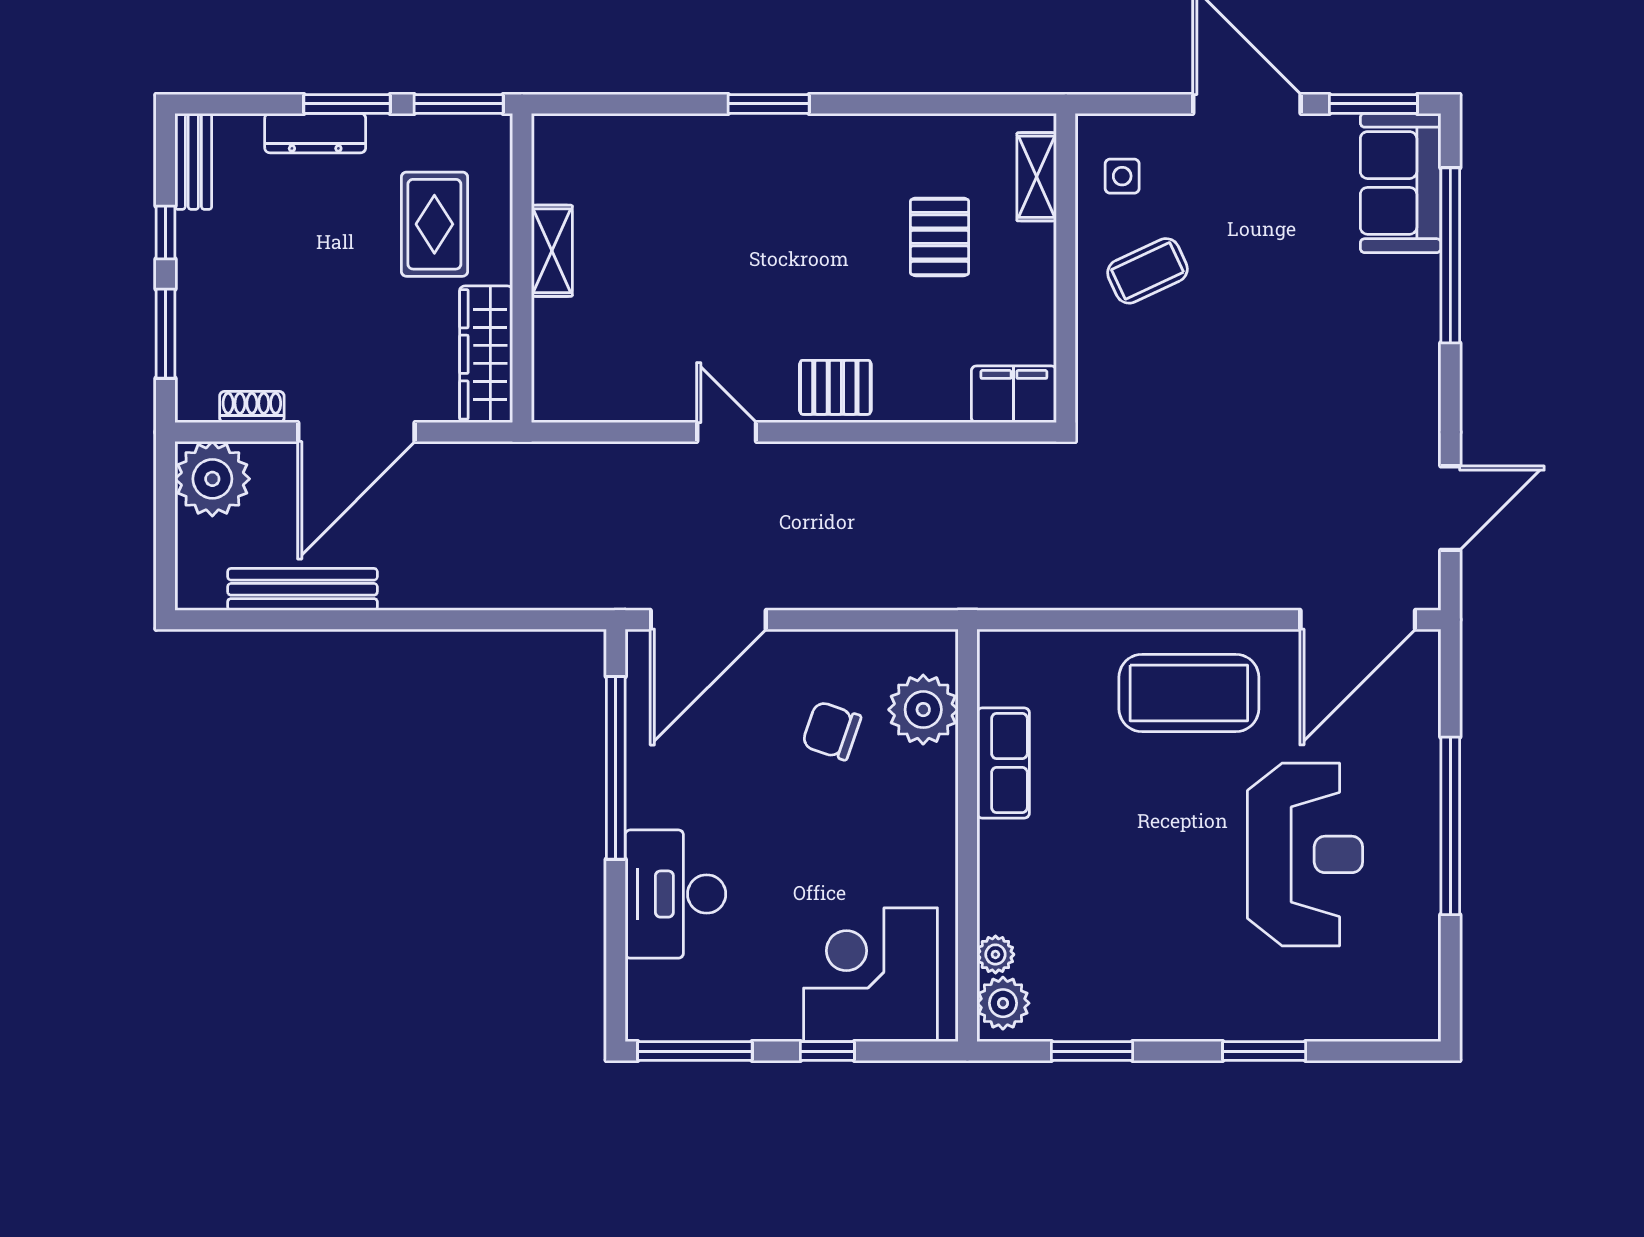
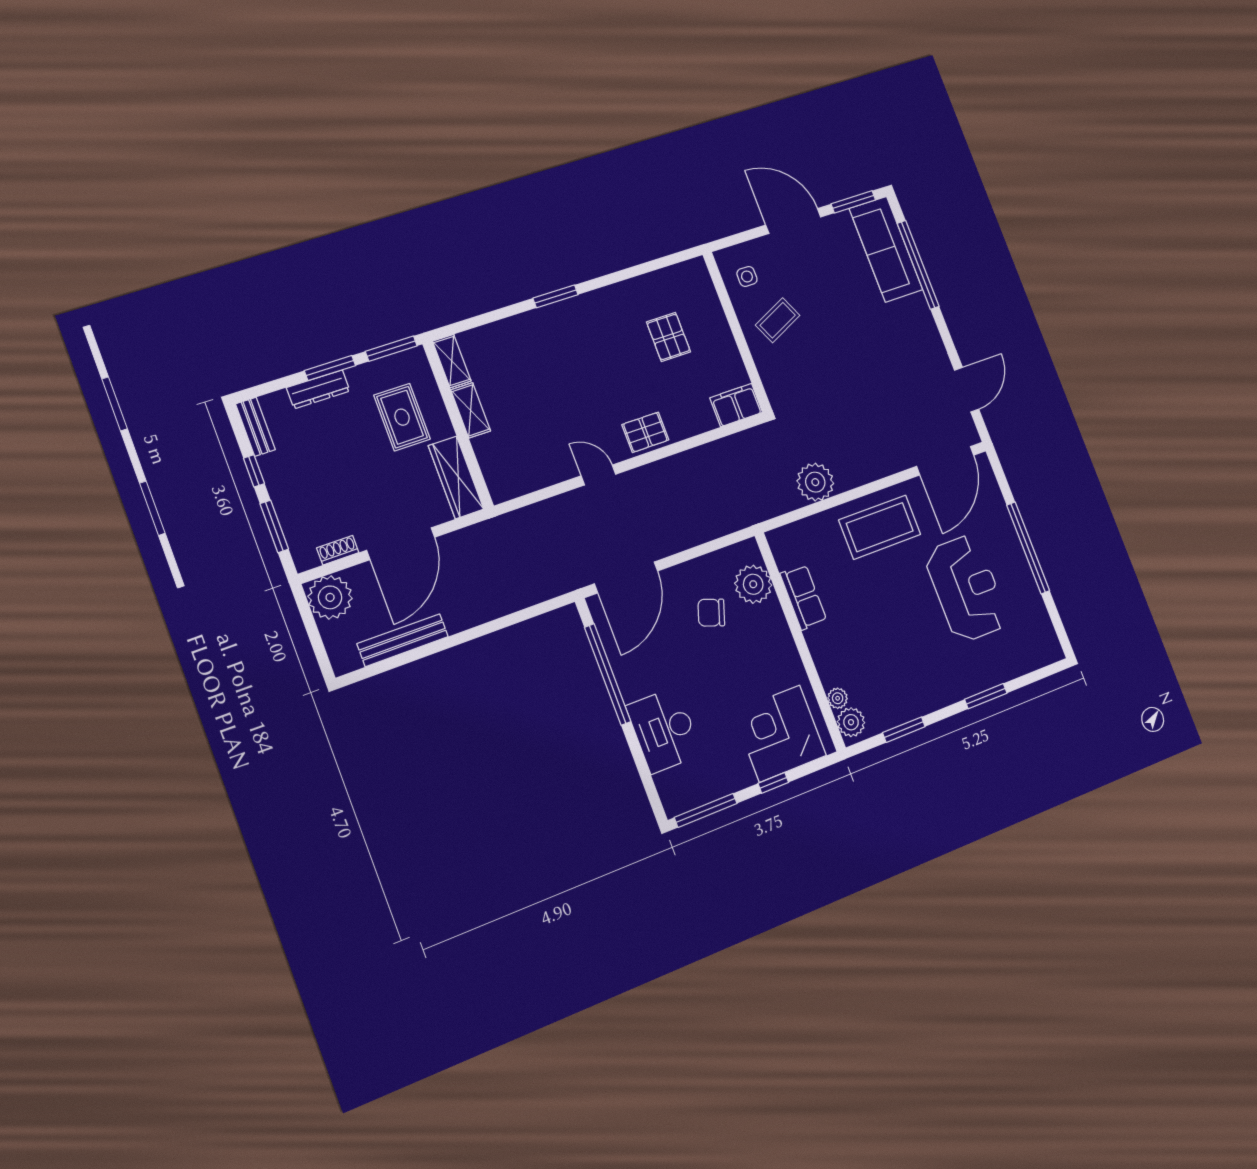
shelving: (1037, 177) -> (452, 361), moved
sofa: (1401, 183) -> (886, 249), width x1.36
plant: (1103, 575) -> (815, 482), added

